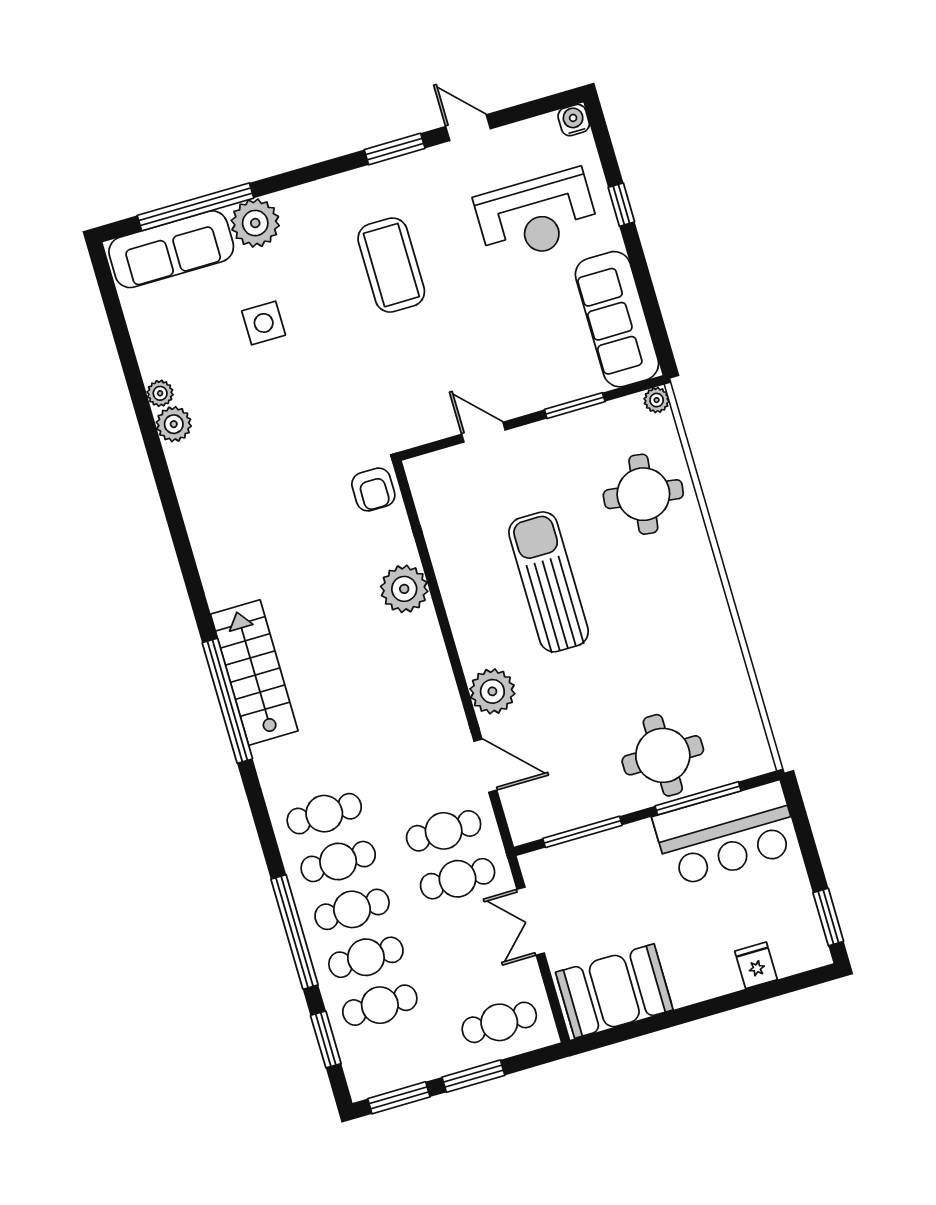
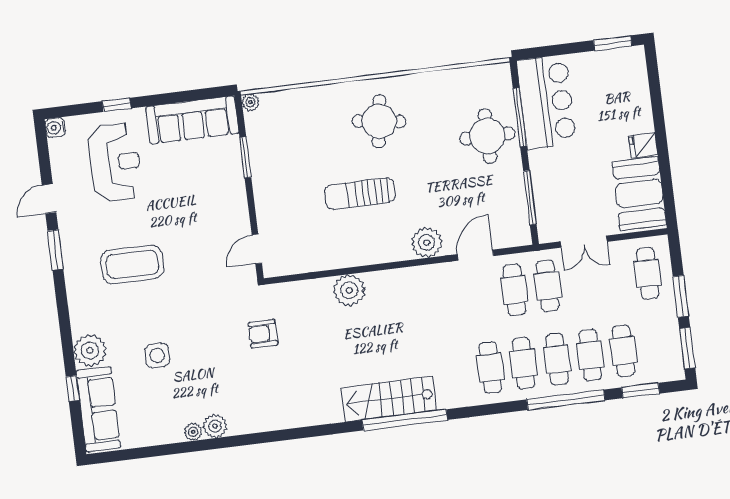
window: (196, 207) -> (73, 388), width x0.32
door: (483, 432) -> (257, 249), moved
armchair: (373, 490) -> (263, 334), moved, turned 180
round table: (643, 494) -> (379, 121), moved
sun lounger: (549, 582) -> (360, 194), width x0.73, depth x0.75
fridge: (756, 965) -> (643, 145), moved

